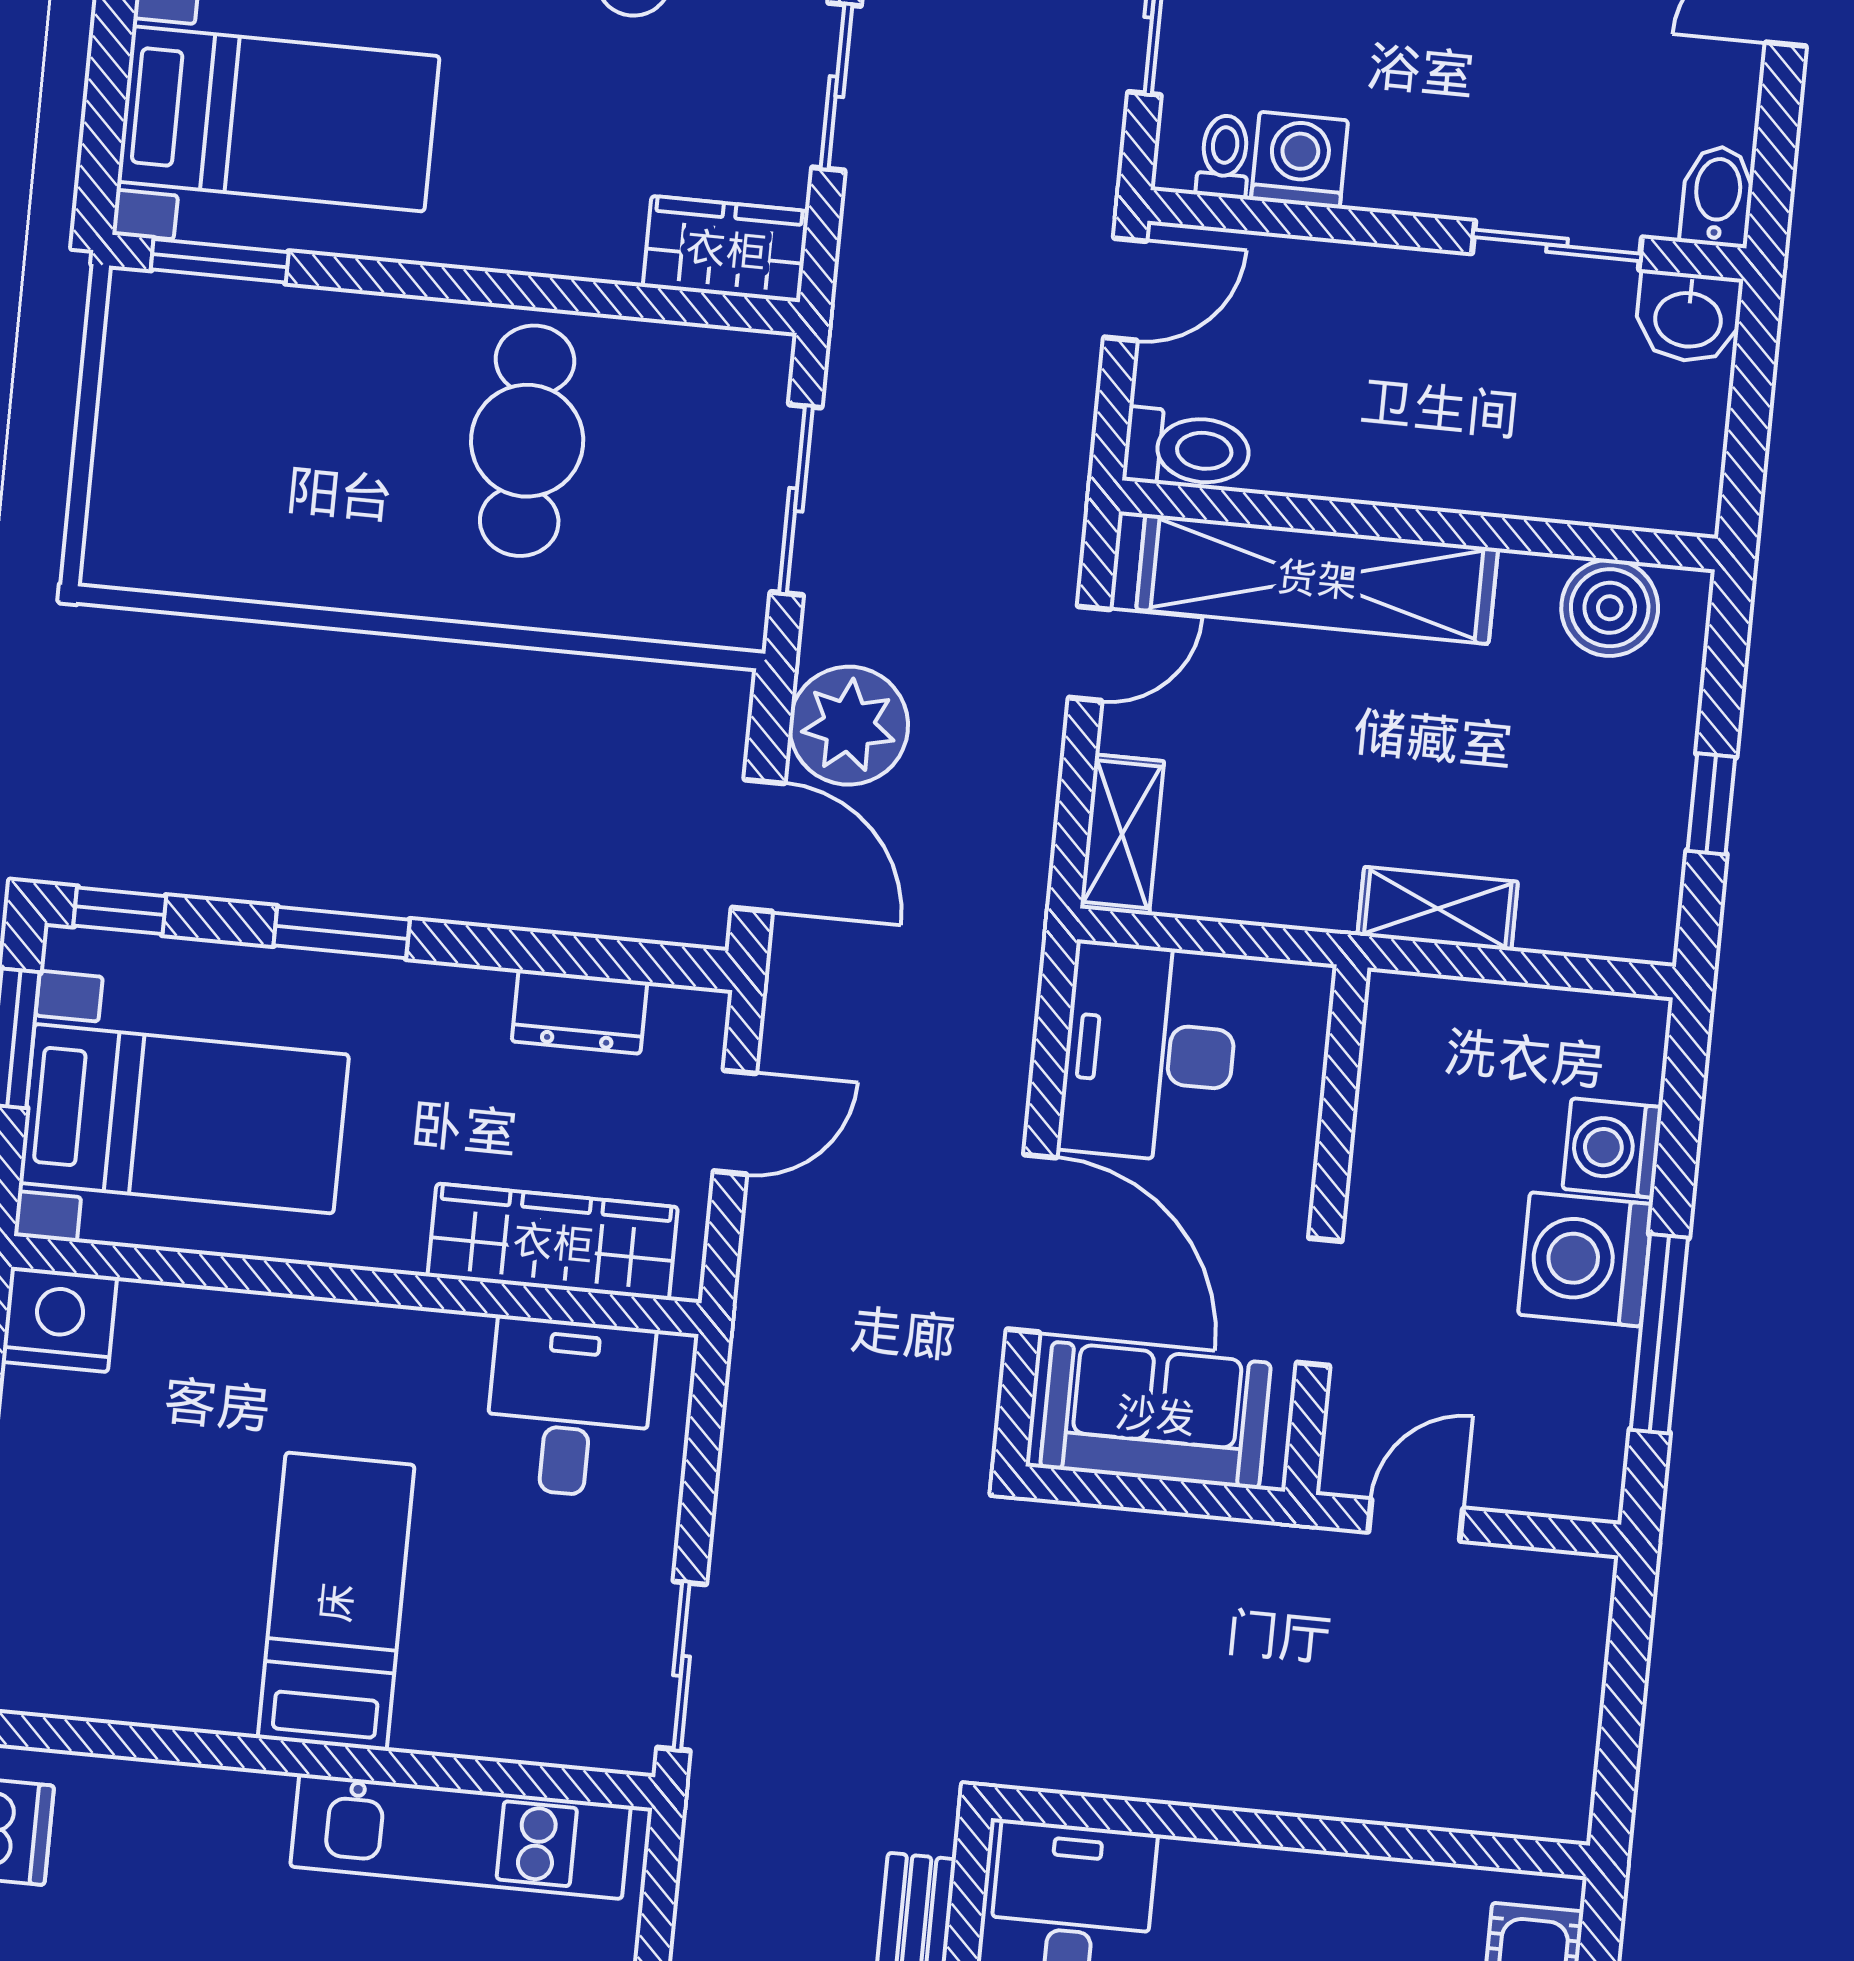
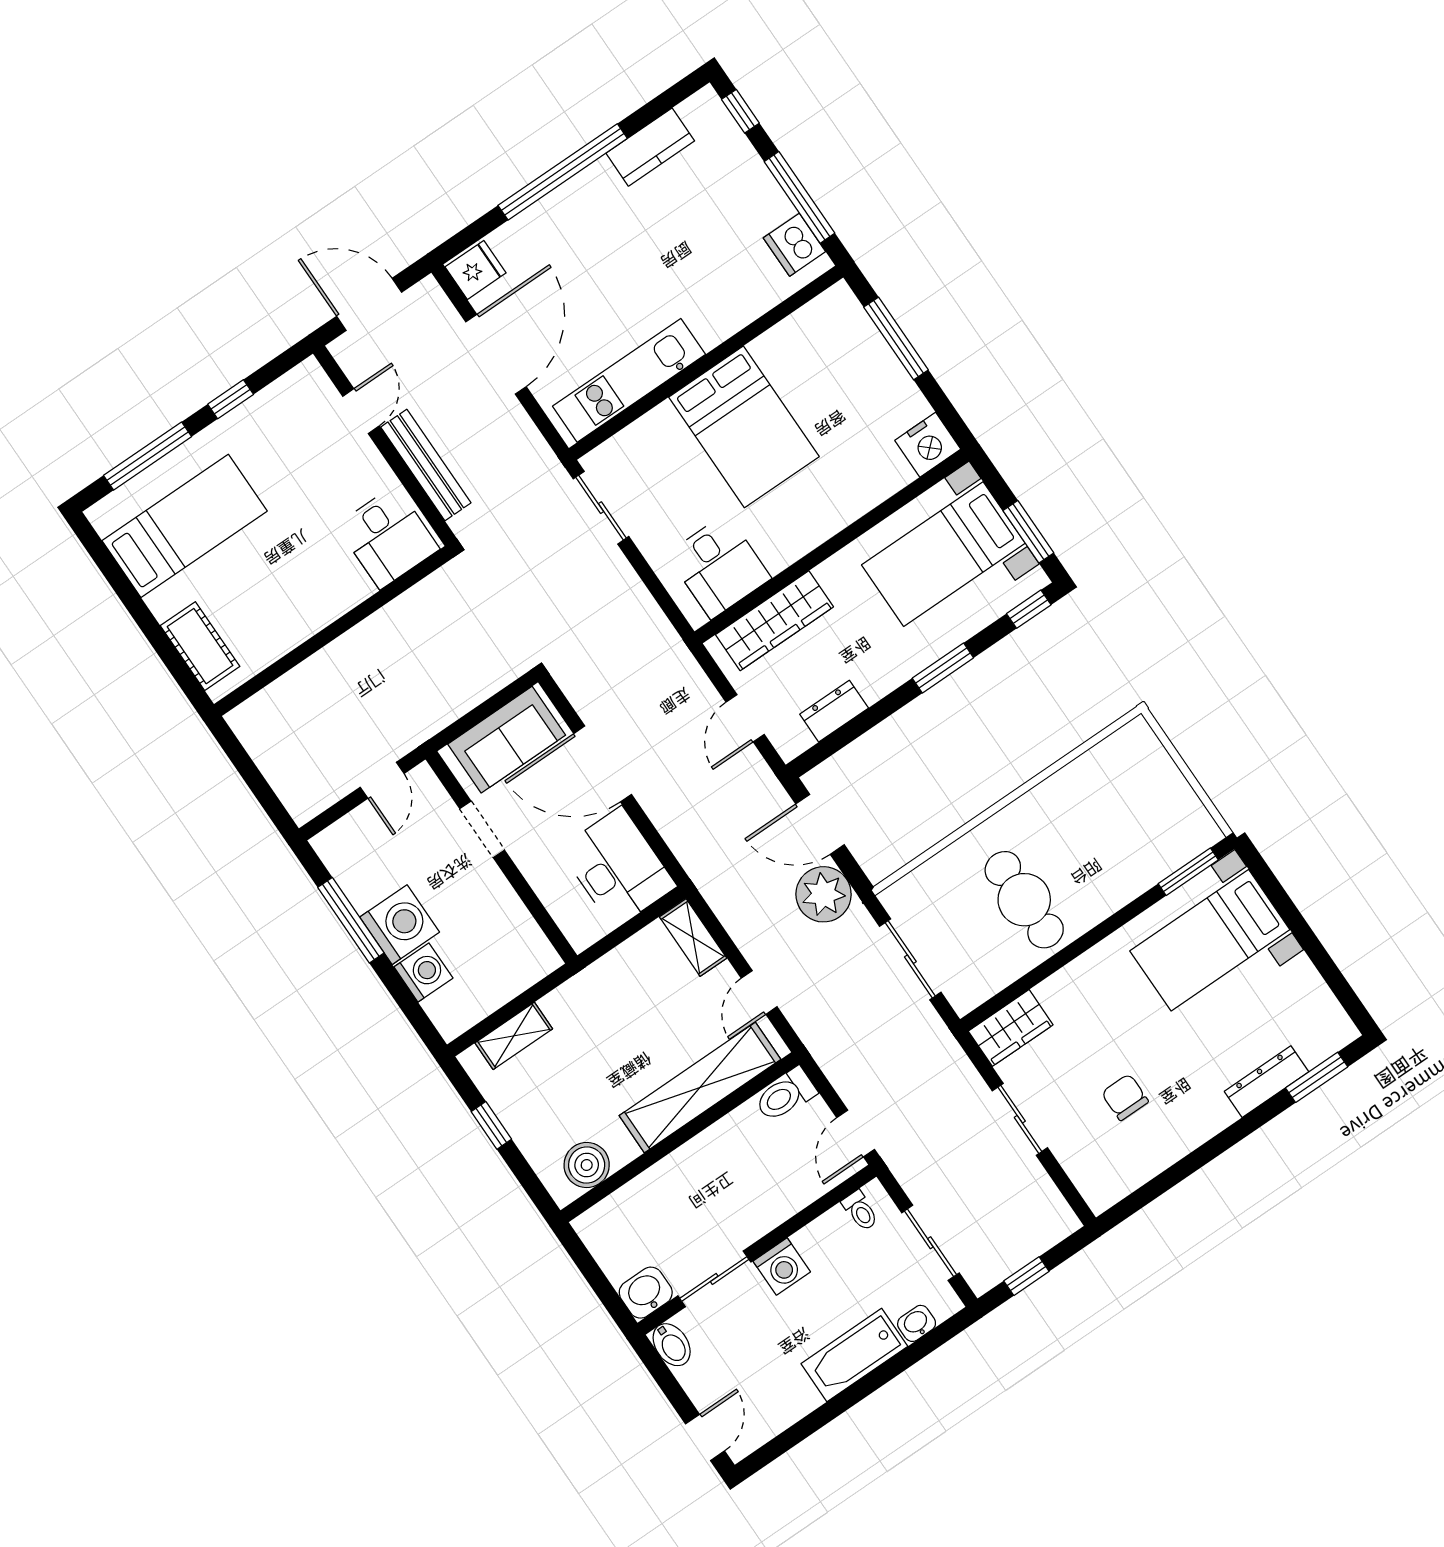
washing machine: (1300, 160) -> (782, 1267), moved
shelving: (1438, 909) -> (514, 1036), moved
bed: (336, 1602) -> (744, 427), width x1.50

